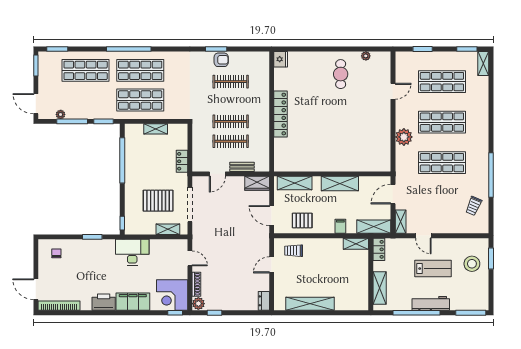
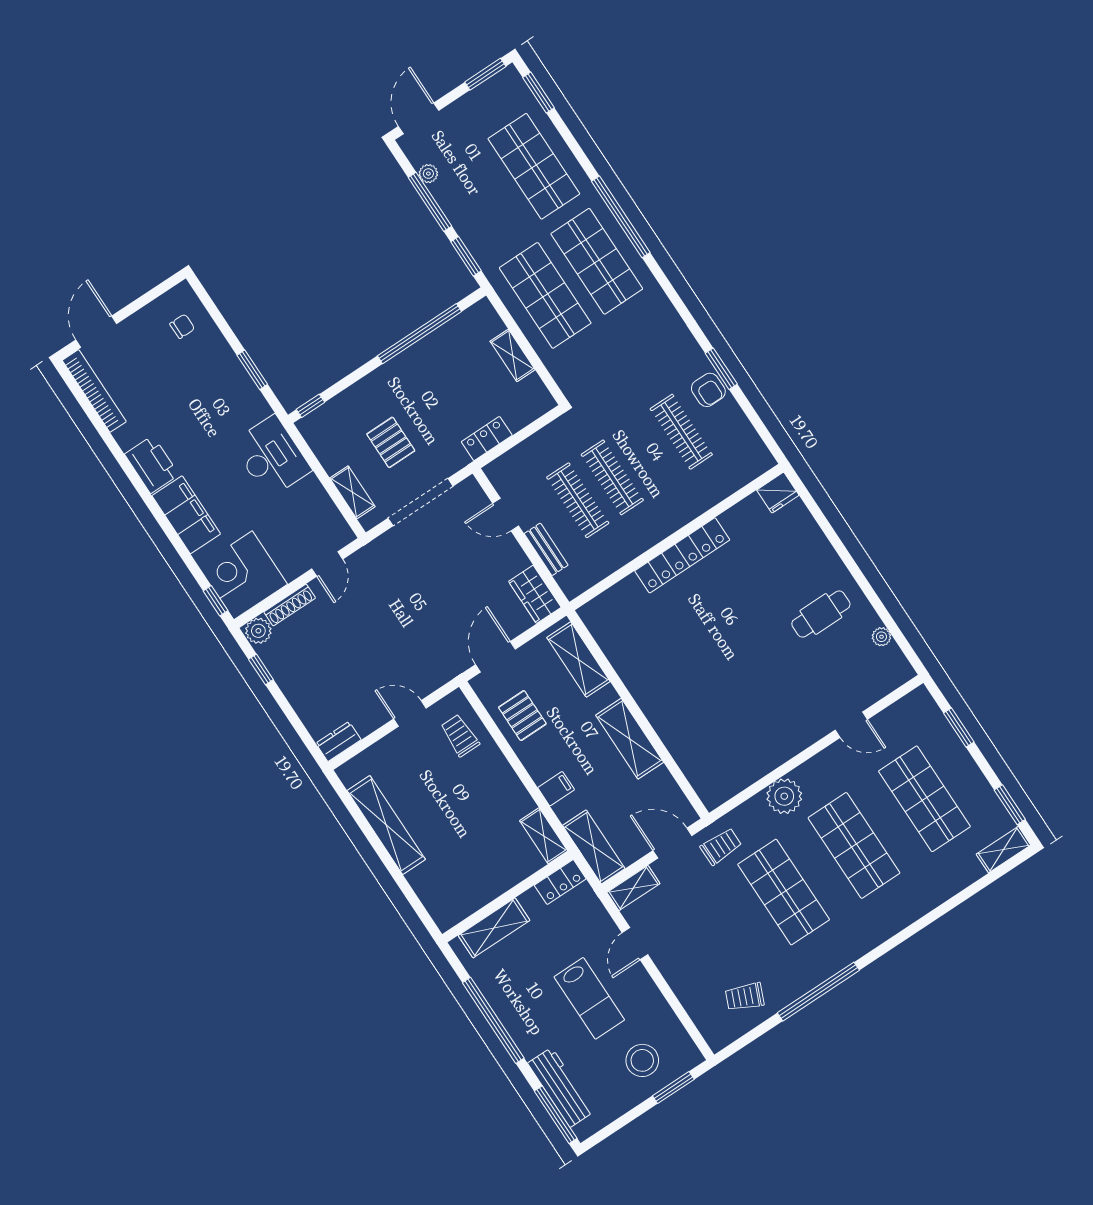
trolley: (407, 176) -> (721, 846), added
pallet: (158, 201) -> (391, 442), width x0.67, depth x0.71
workbench: (431, 303) -> (561, 1087), moved

